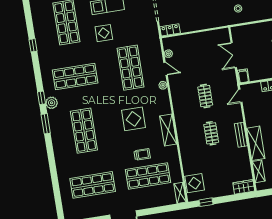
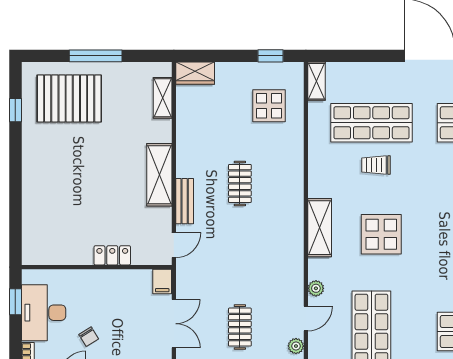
door: (166, 69) -> (306, 319), swing flipped
clothes rail: (205, 96) -> (240, 327), moved
shelving: (168, 130) -> (320, 228), moved
bench: (241, 135) -> (185, 201), moved
shelving: (256, 143) -> (159, 175), moved
display table: (195, 183) -> (269, 106), moved

